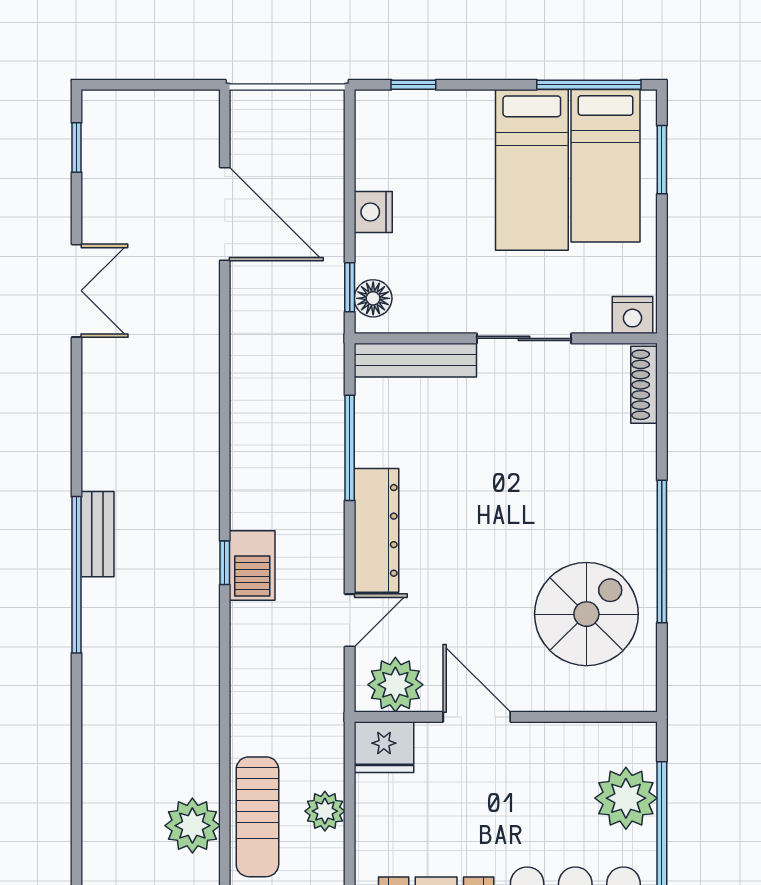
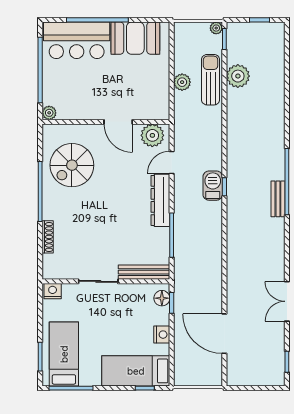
bed: (532, 170) -> (136, 371), moved, turned -90
shoe rack: (644, 385) -> (48, 237), moved
fridge: (384, 747) -> (157, 109), removed
plant: (626, 798) -> (49, 113), moved, width x0.53, depth x0.53

